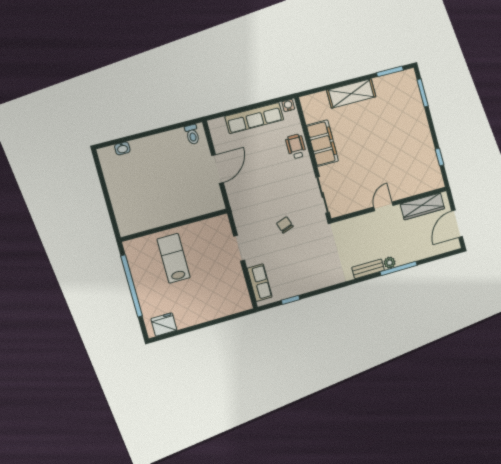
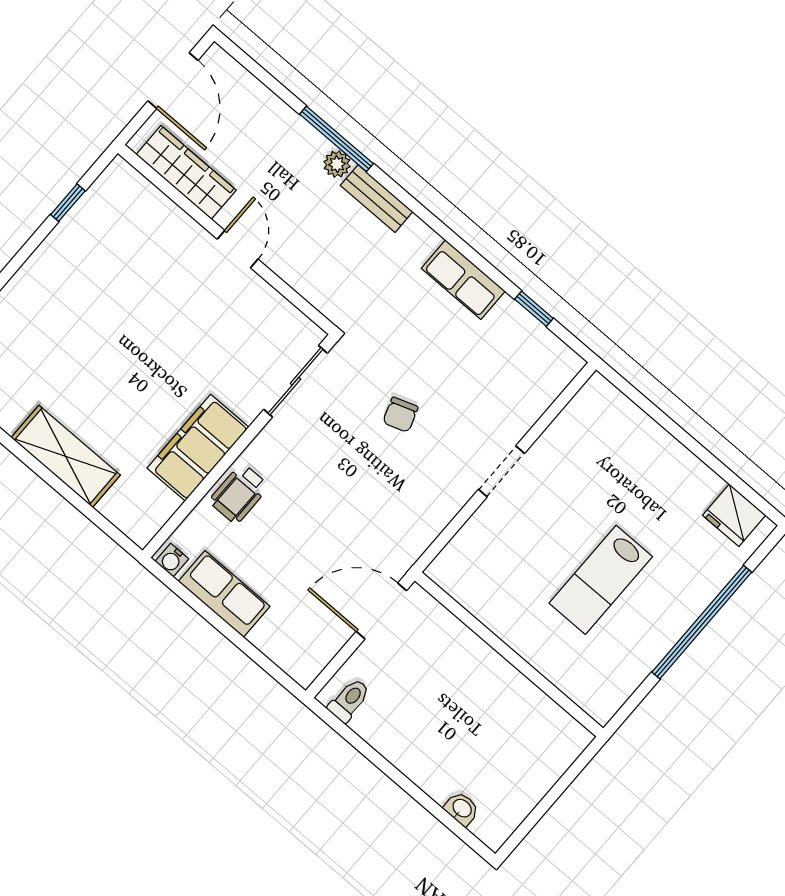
row of seats: (254, 118) -> (224, 594), width x0.68
door: (383, 206) -> (238, 249), swing flipped
door: (457, 224) -> (173, 81), hinge flipped
wall: (174, 225) -> (509, 654), moved
row of seats: (260, 283) -> (463, 280), moved, turned -90

